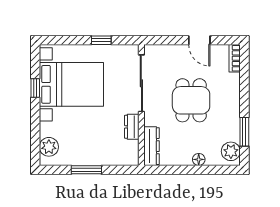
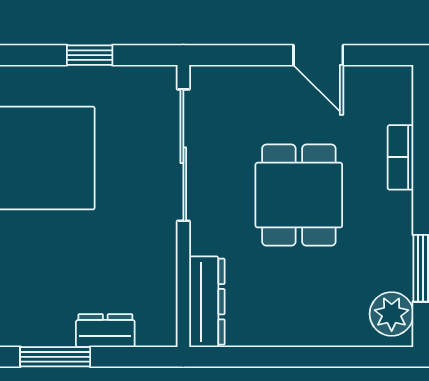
bookcase: (235, 58) -> (400, 157), moved
dresser: (132, 127) -> (105, 331), moved, turned 90
floor lamp: (199, 159) -> (317, 333), removed

